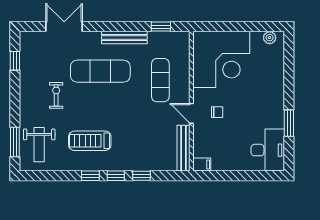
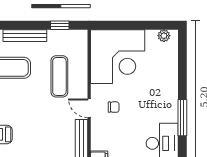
window: (289, 123) -> (182, 118), width x1.44

